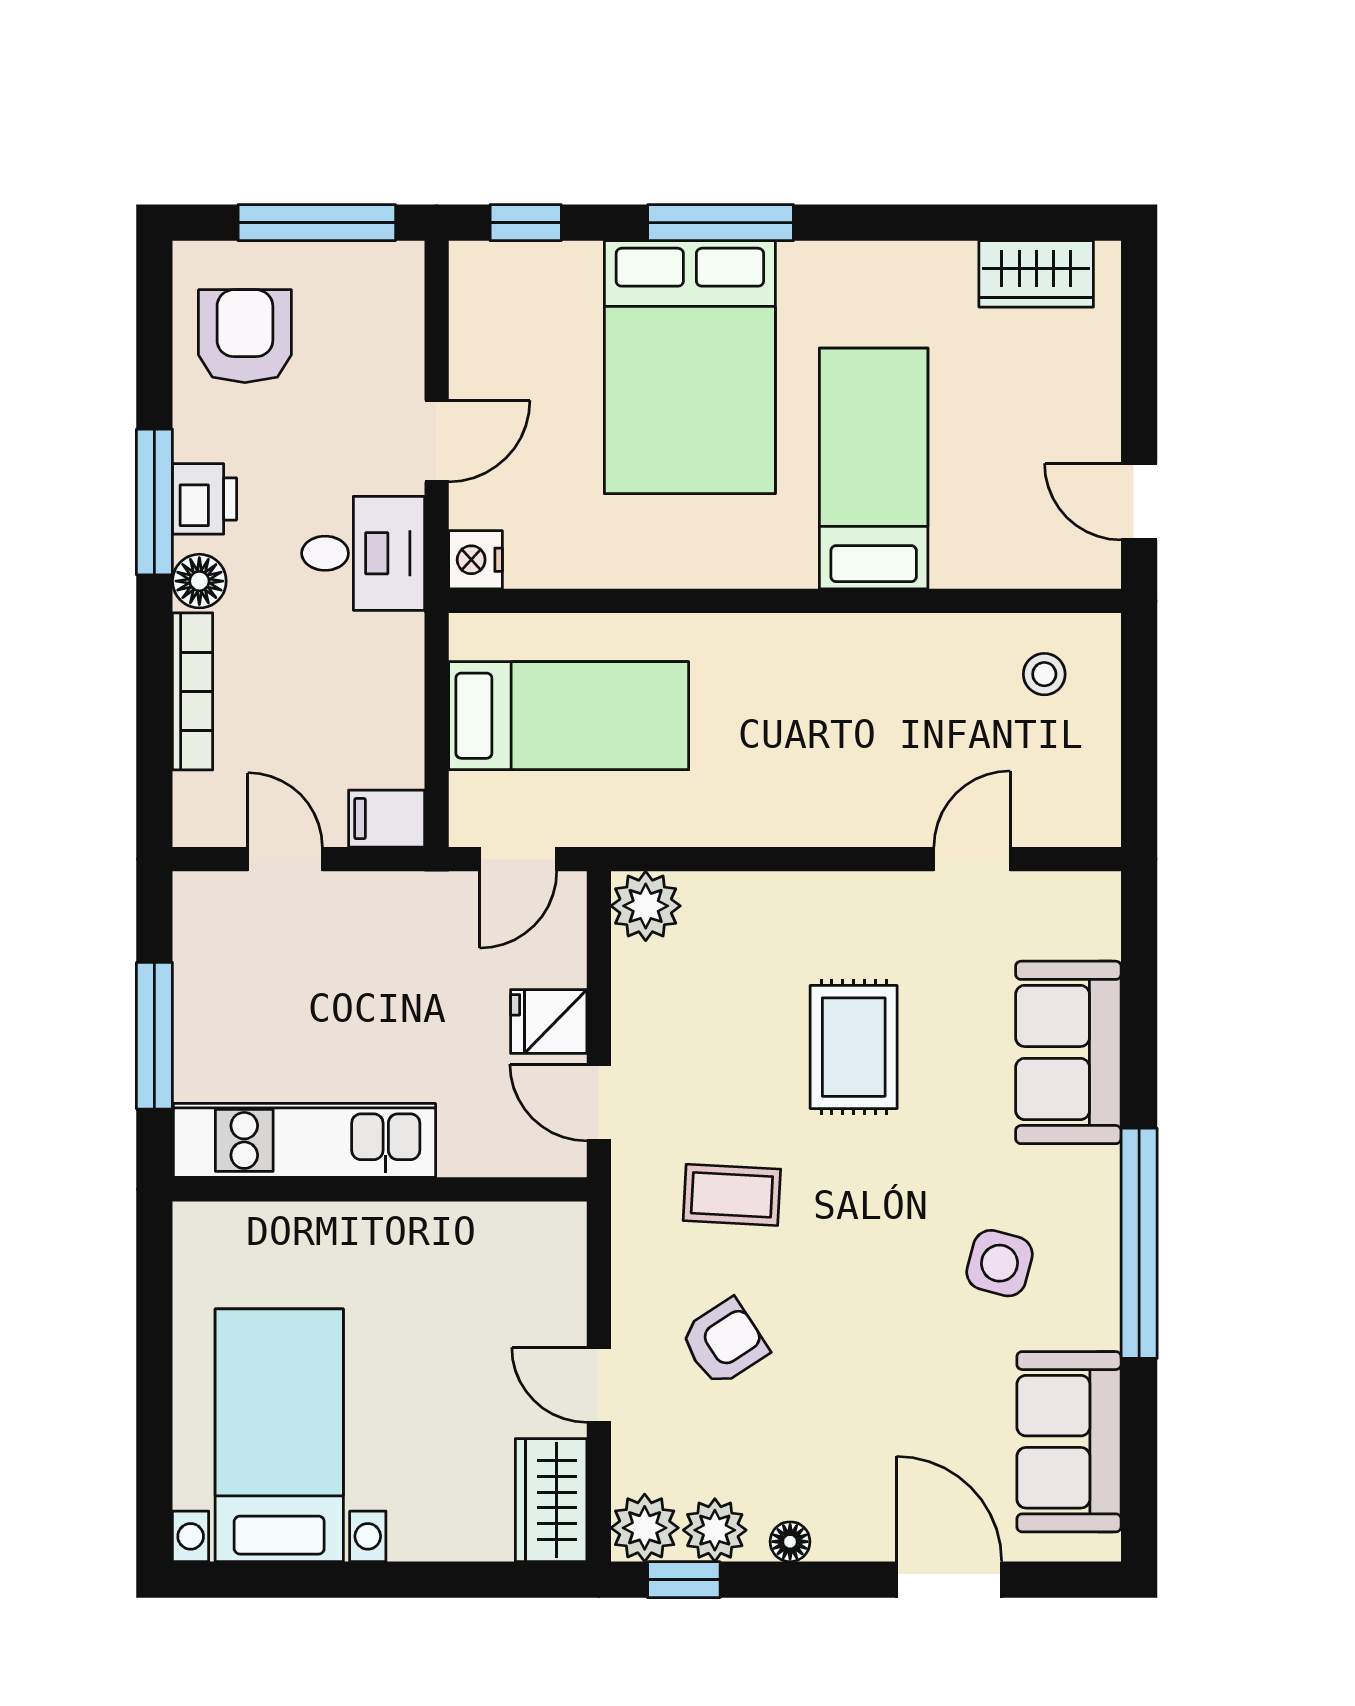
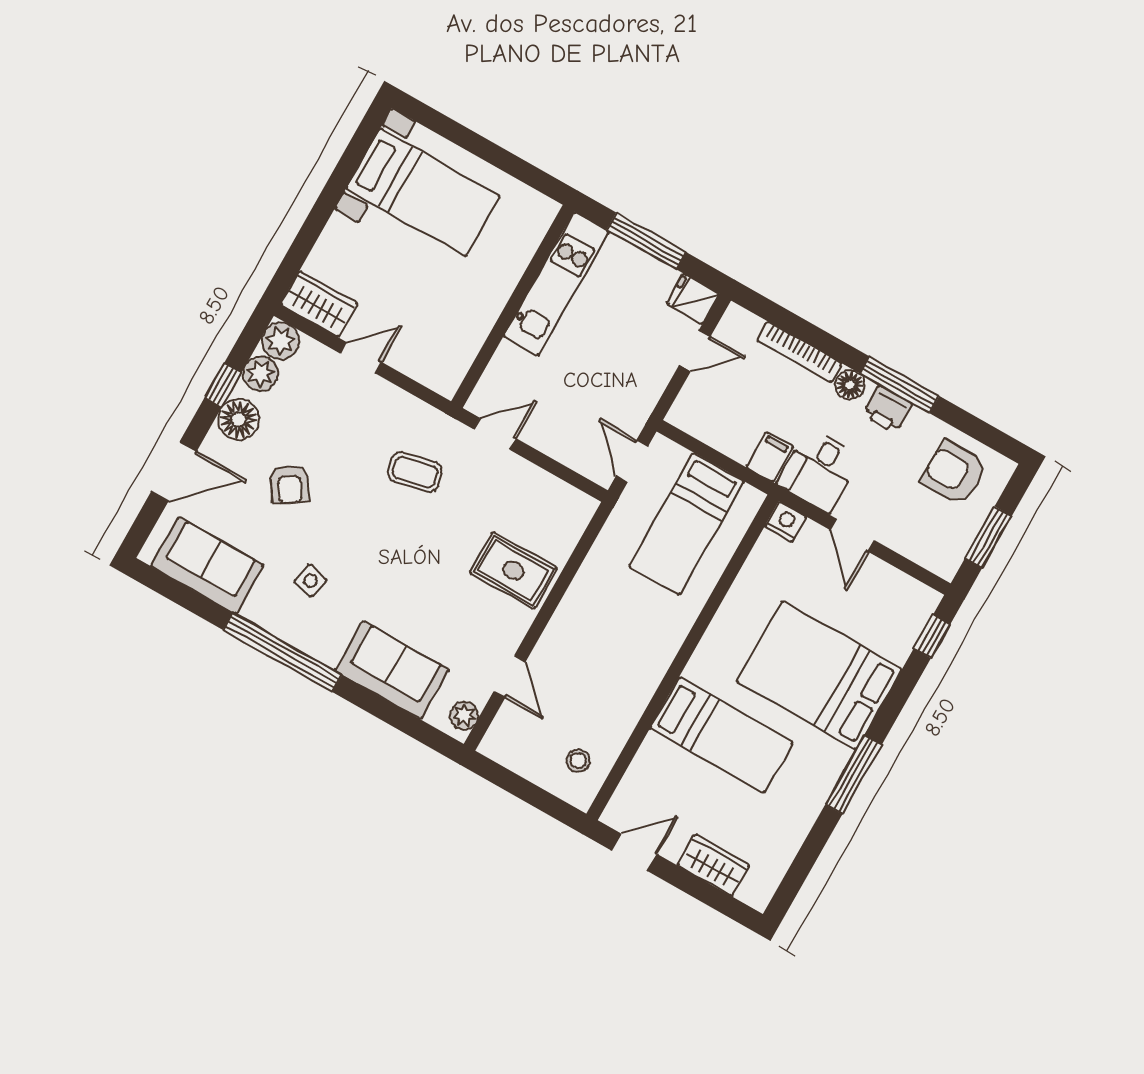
window: (317, 223) -> (988, 537), width x0.69
window: (721, 223) -> (854, 775), moved
wardrobe: (1036, 274) -> (713, 865), moved, turned 90
armchair: (245, 336) -> (954, 472), turned 180
filing cabinet: (387, 819) -> (770, 457), moved
plant: (646, 906) -> (464, 716), moved, width x0.73, depth x0.73
fridge: (549, 1021) -> (693, 299), moved, turned -90
rug: (854, 1047) -> (513, 571), moved
coffee table: (732, 1195) -> (415, 472), turned 74
side table: (999, 1263) -> (311, 581), width x0.73, depth x0.73
armchair: (724, 1342) -> (290, 484), moved
floor lamp: (790, 1542) -> (238, 419), width x1.89, depth x1.89
window: (684, 1580) -> (223, 385), moved

